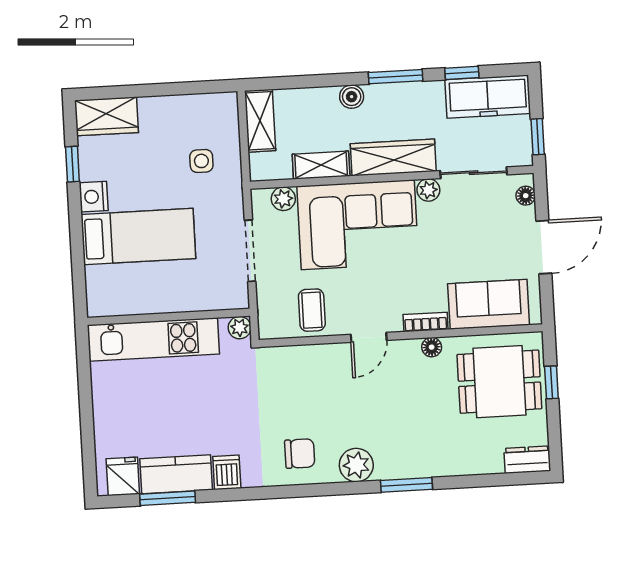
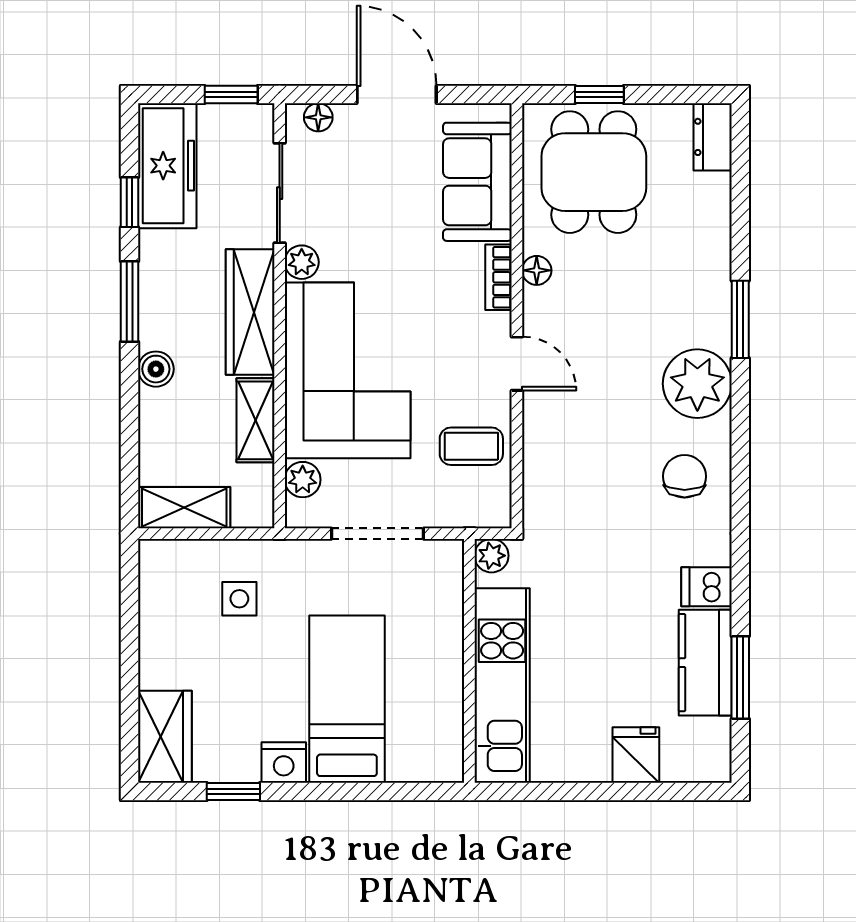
plant: (356, 465) -> (697, 384), width x1.36, depth x1.36
fridge: (123, 476) -> (636, 755), moved, turned 90

